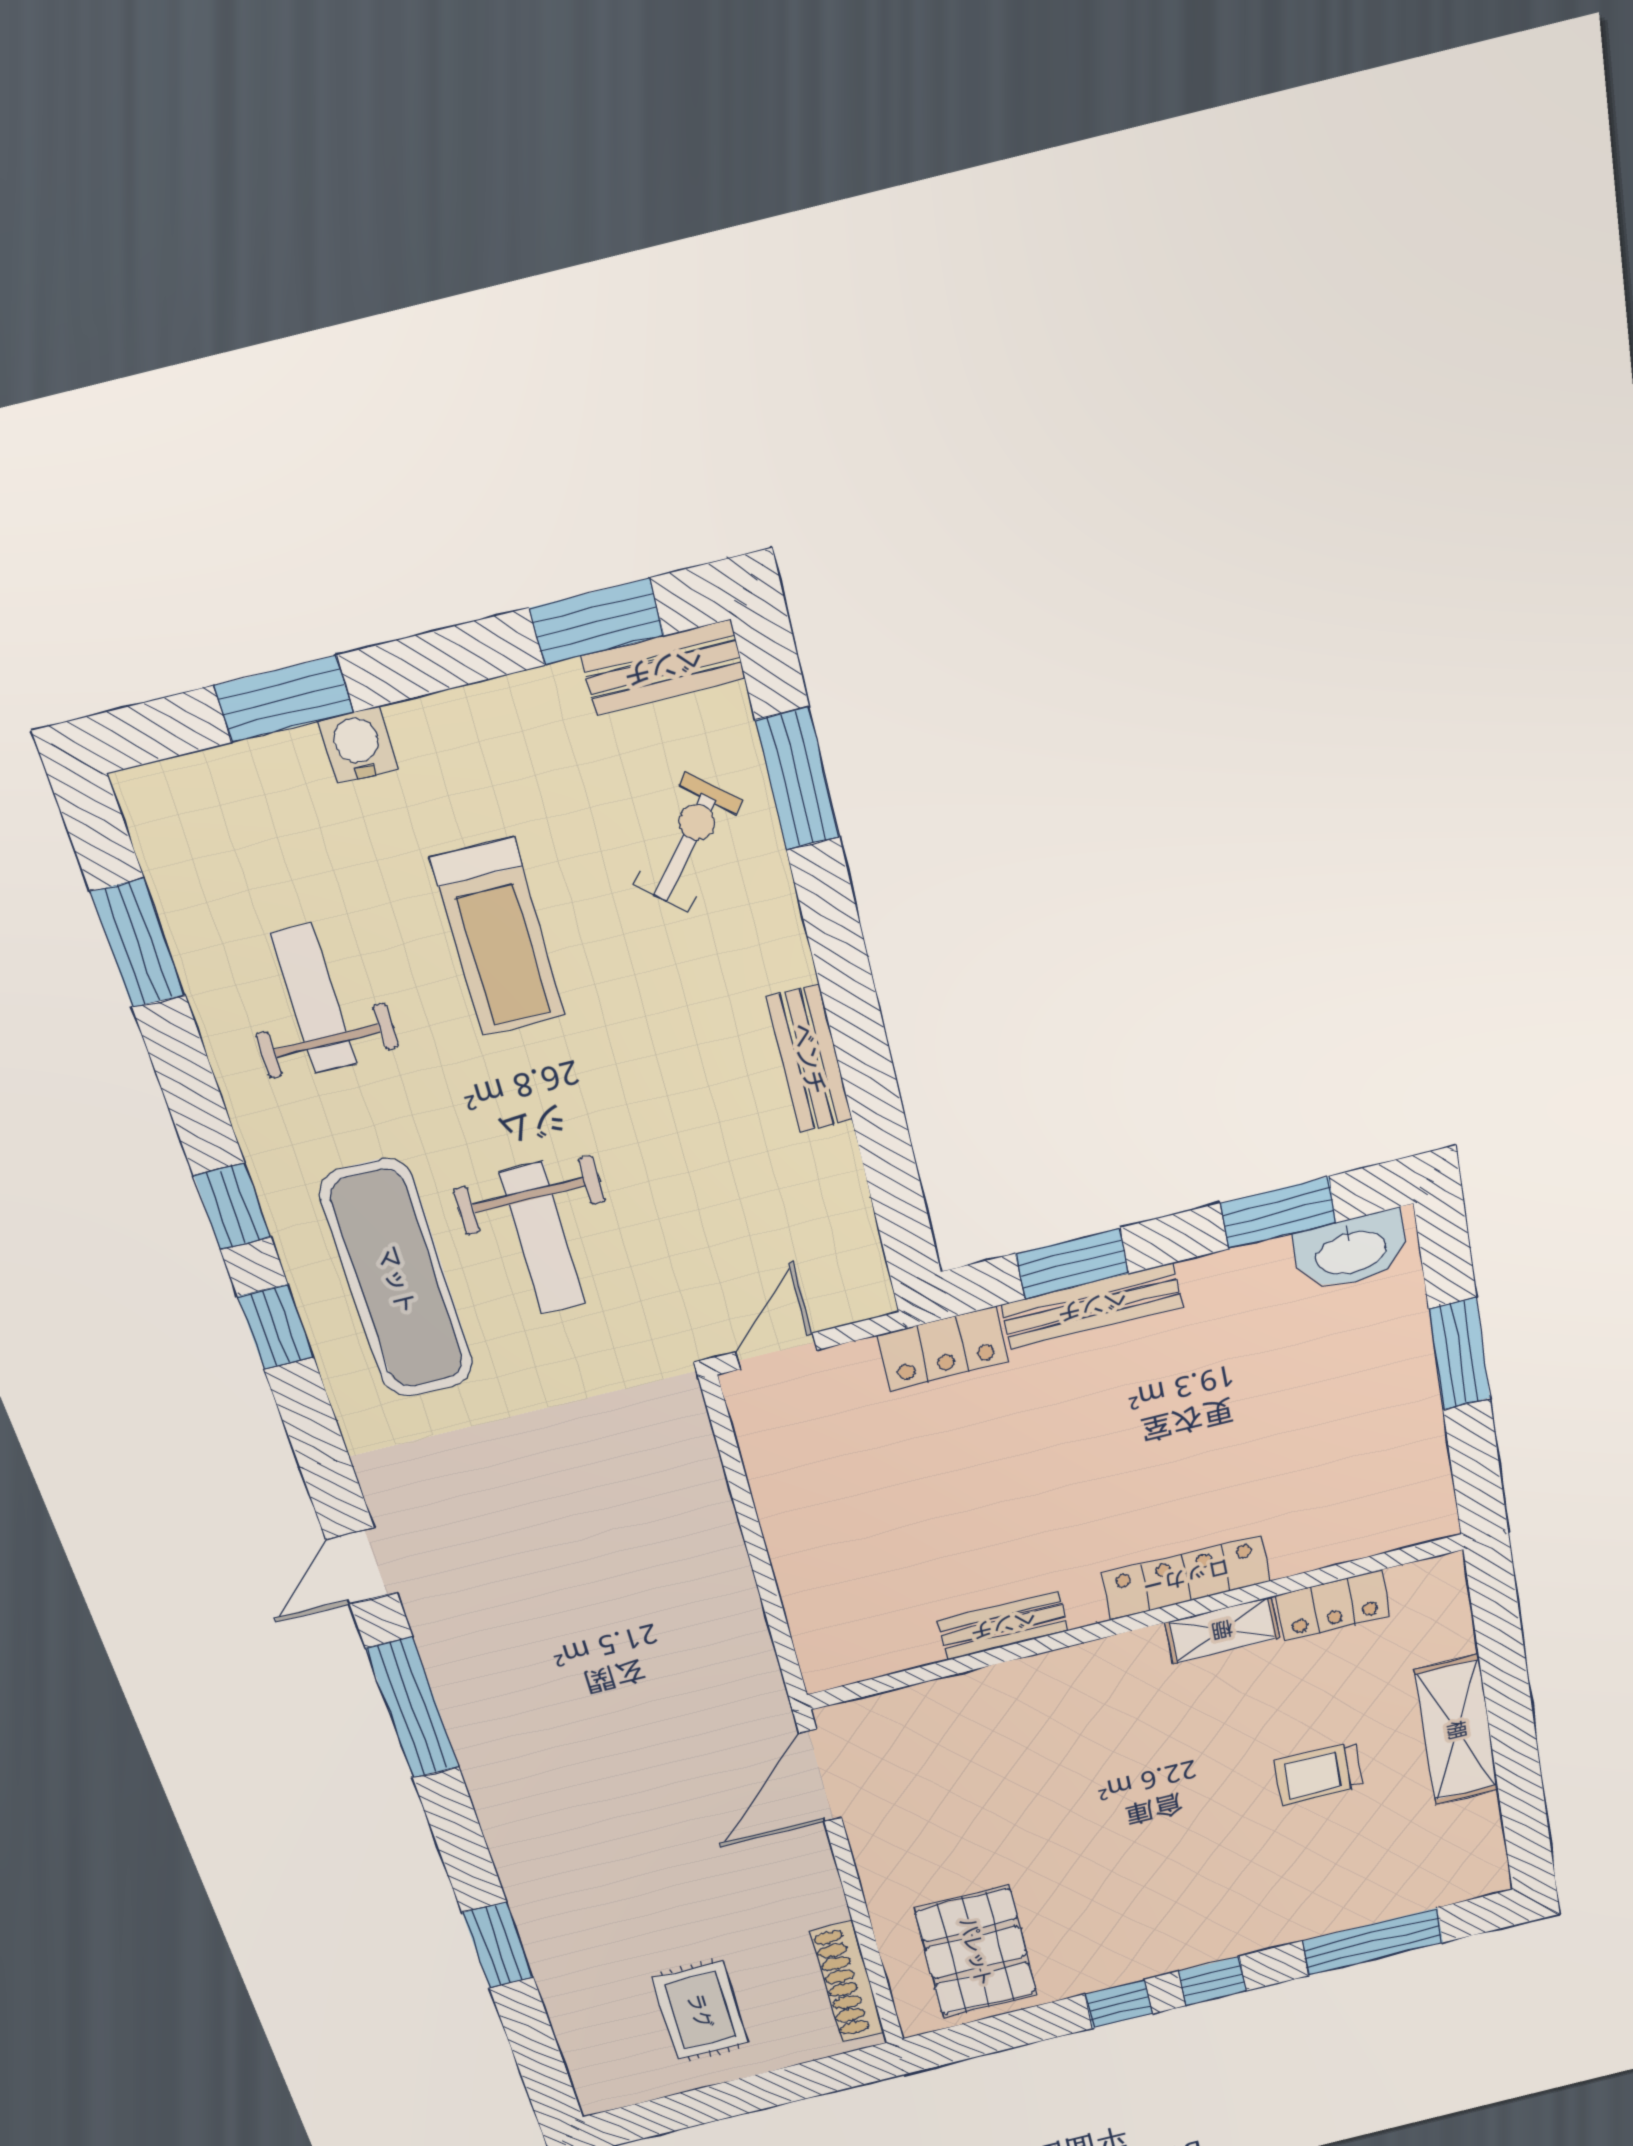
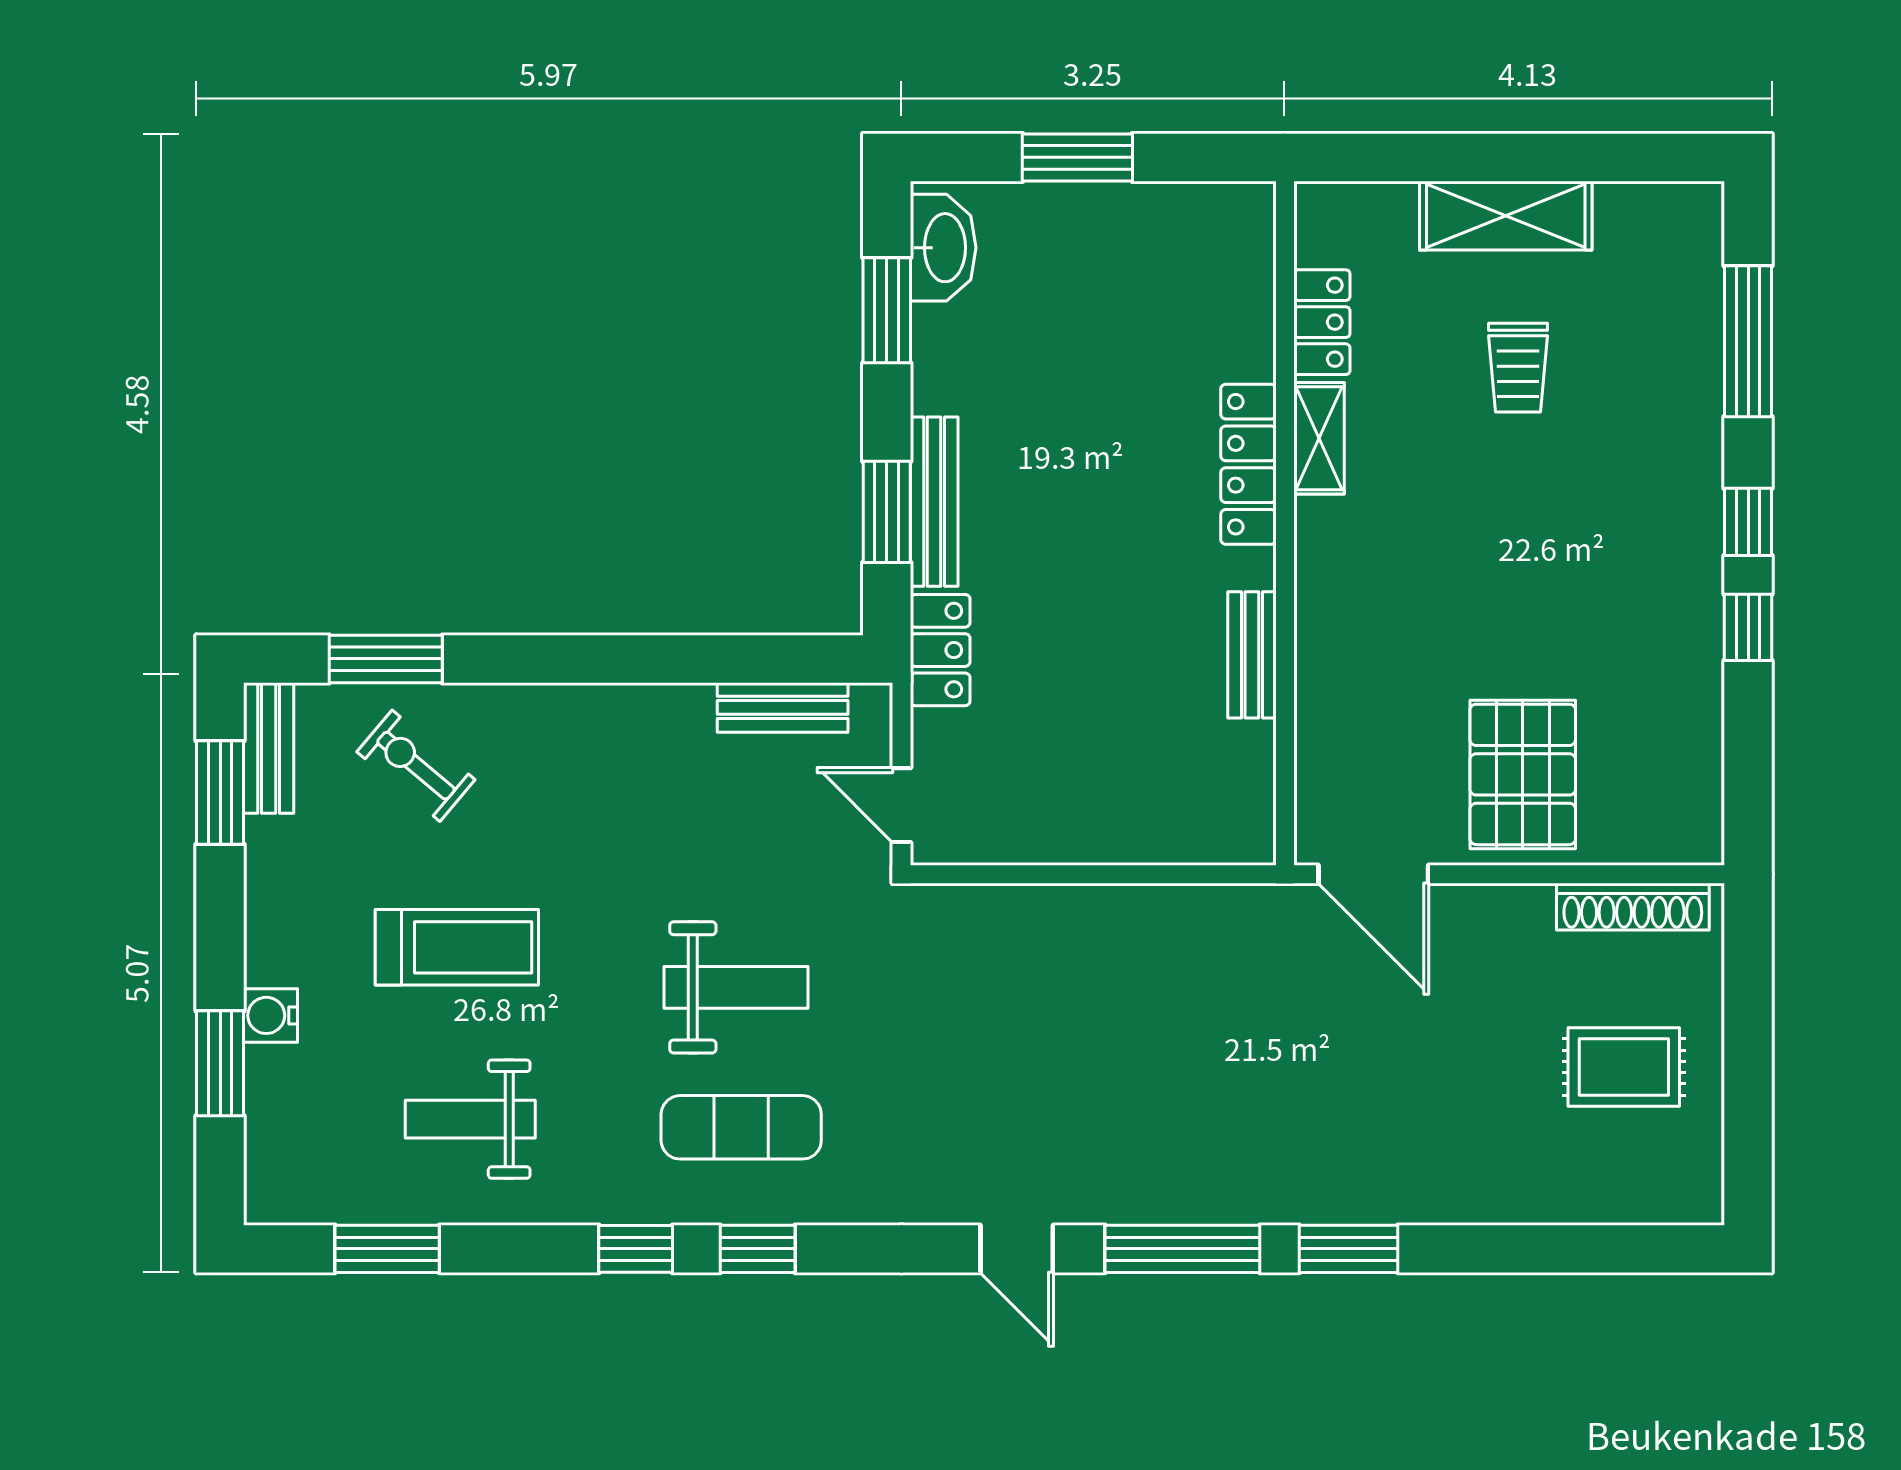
bench: (809, 1059) -> (783, 707), moved
exercise mat: (397, 1280) -> (741, 1127), width x0.73, depth x0.69
window: (498, 1945) -> (1349, 1249), moved
pallet: (976, 1952) -> (1523, 774), moved, turned 90

